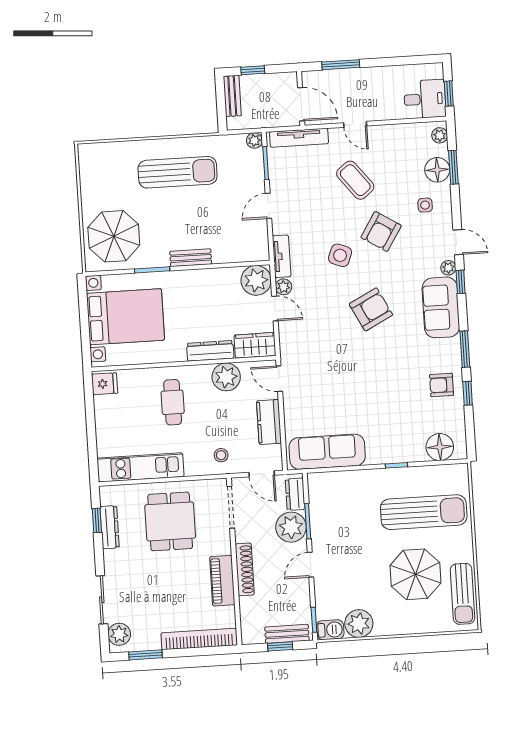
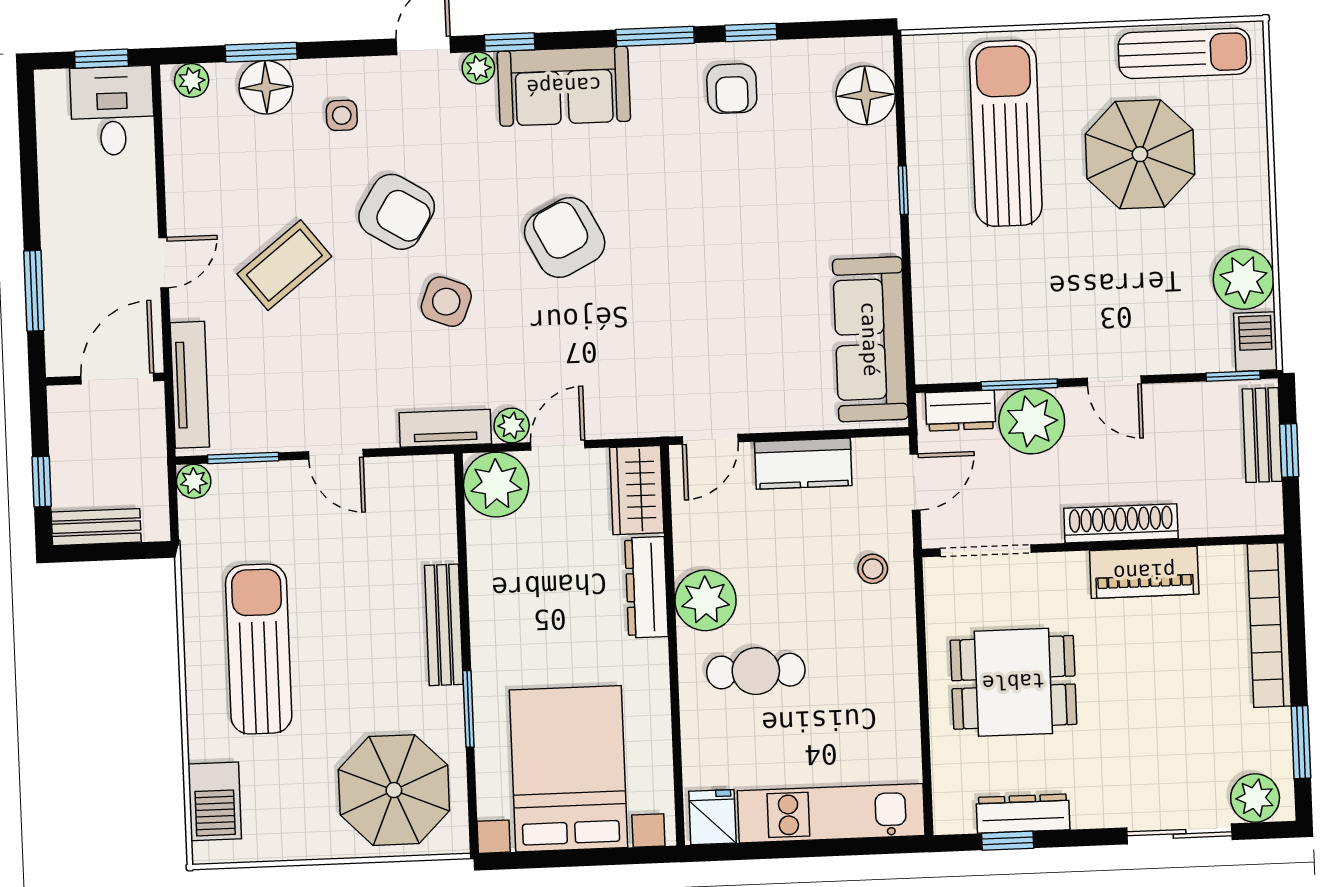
barbecue: (107, 154) -> (215, 801), added
bench: (191, 258) -> (444, 625), width x1.36
plant: (226, 377) -> (706, 600), moved
kitchen unit: (140, 467) -> (831, 813), moved, turned 90

